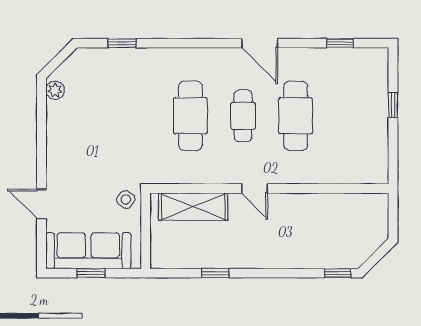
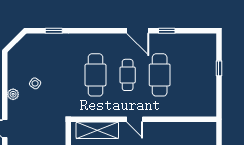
window: (340, 43) -> (167, 31), moved
plant: (55, 90) -> (13, 94), moved
side table: (126, 199) -> (35, 83), moved

